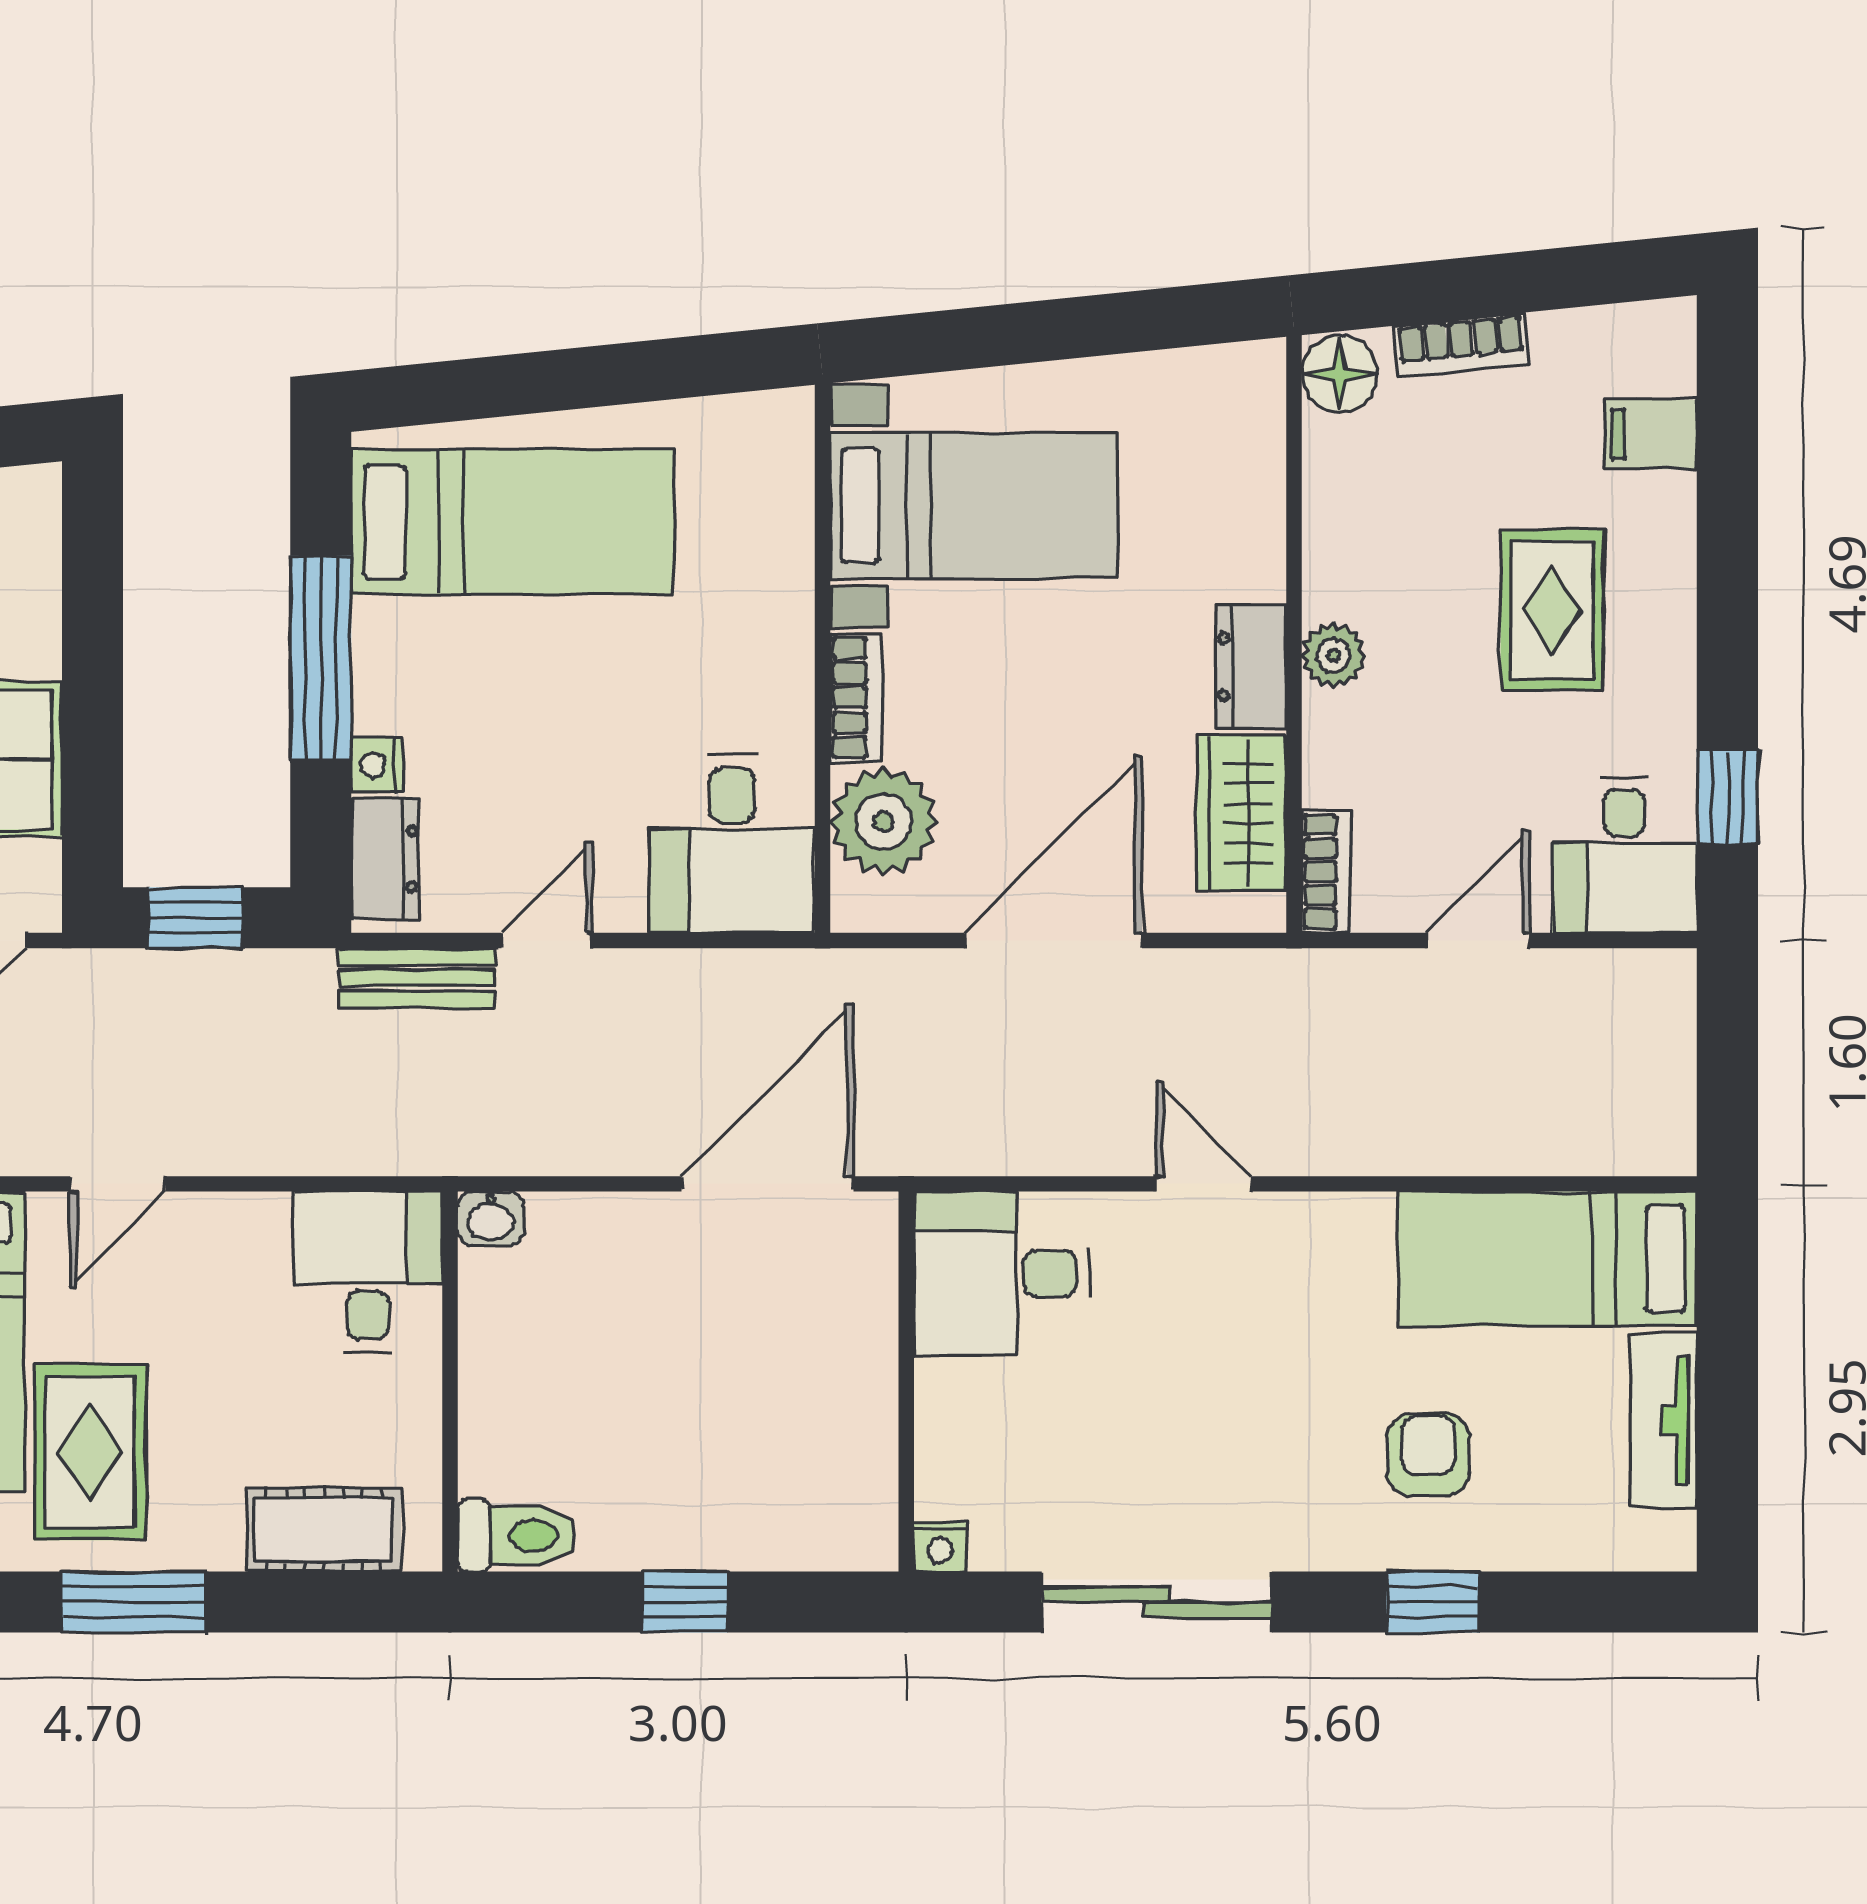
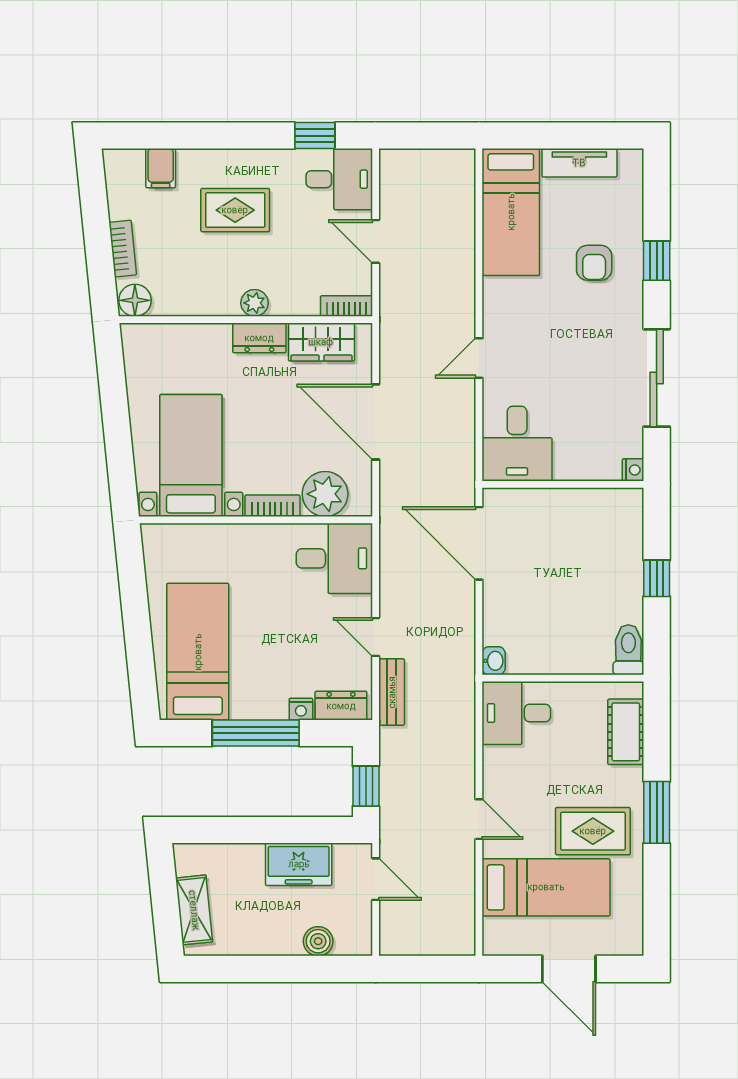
armchair: (1428, 1455) -> (594, 263), turned -90

